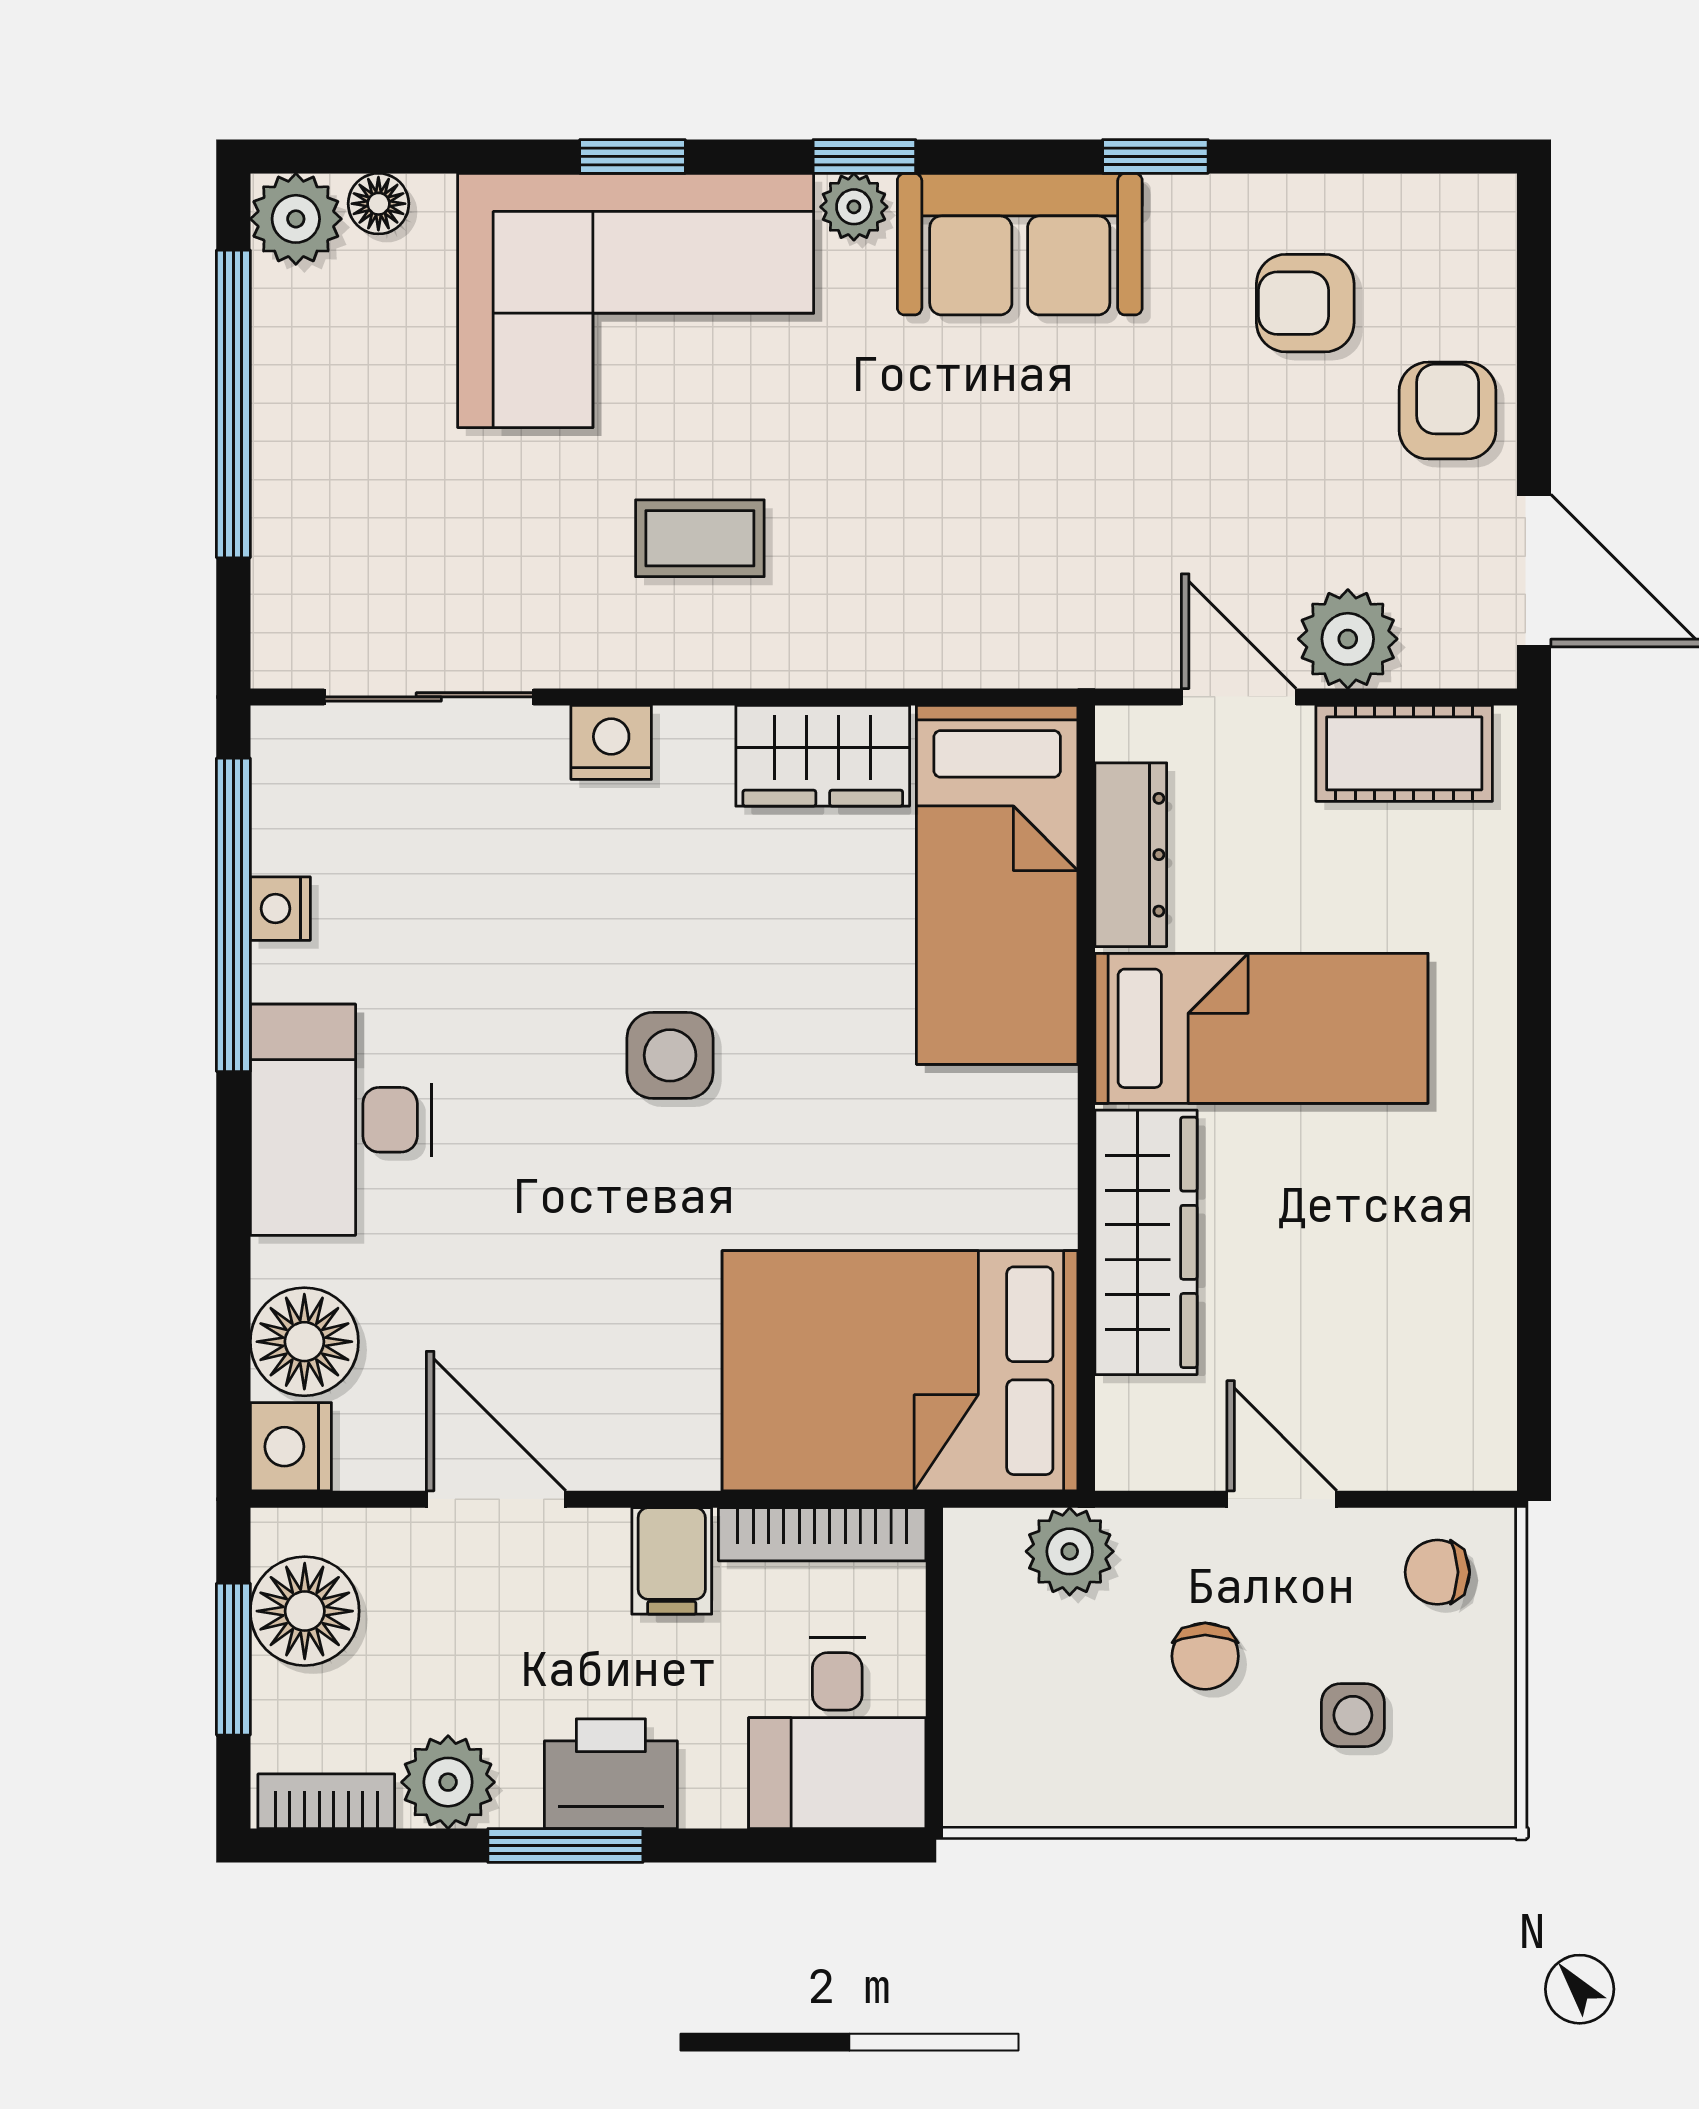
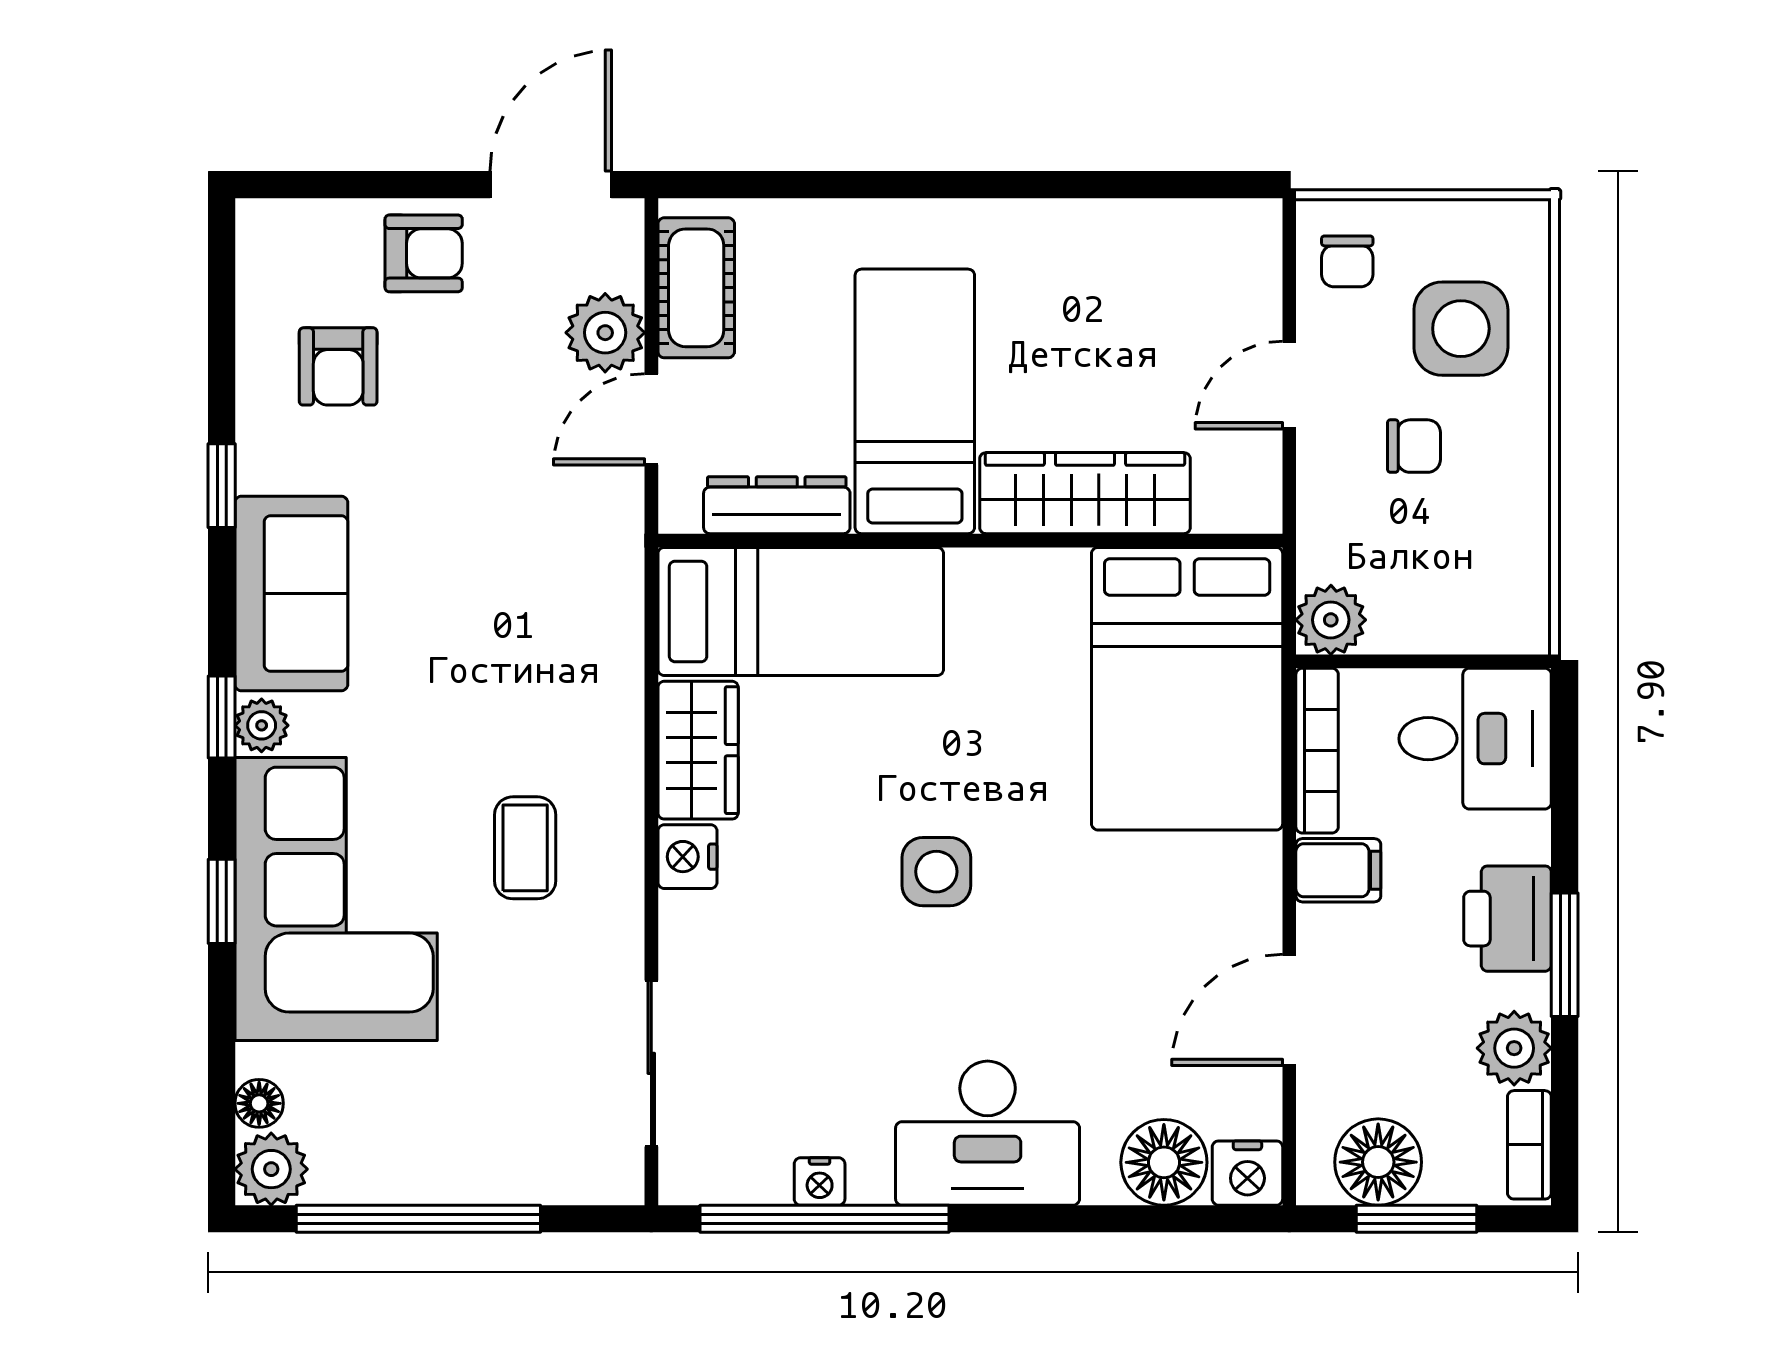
armchair: (1448, 411) -> (424, 253), turned 180
nightstand: (611, 742) -> (688, 857), moved
plant: (1070, 1551) -> (1331, 620), moved
side table: (1353, 1715) -> (1461, 329), width x1.87, depth x1.87

